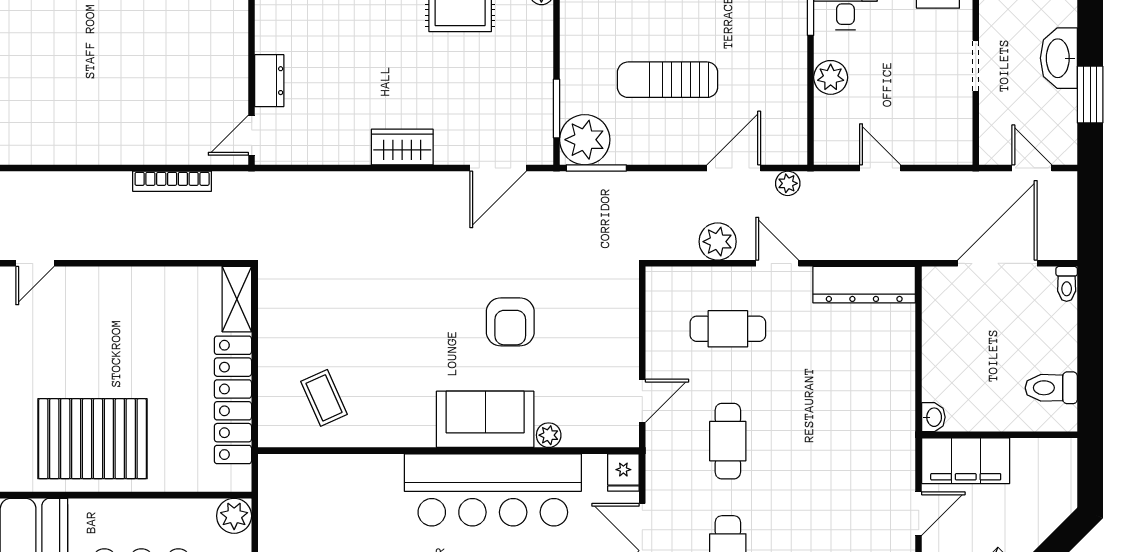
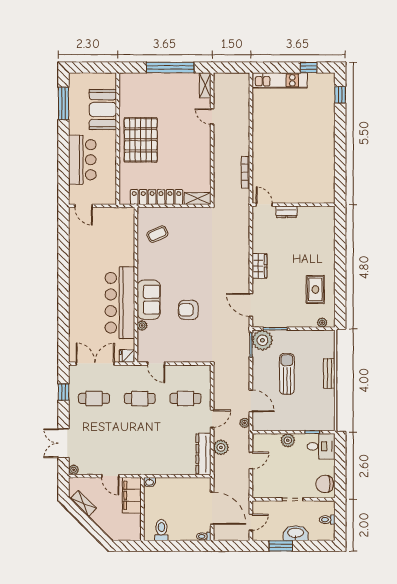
plant: (718, 242) -> (221, 447), moved
cafe table: (728, 329) -> (185, 398), turned 90
plant: (234, 516) -> (109, 197), removed

